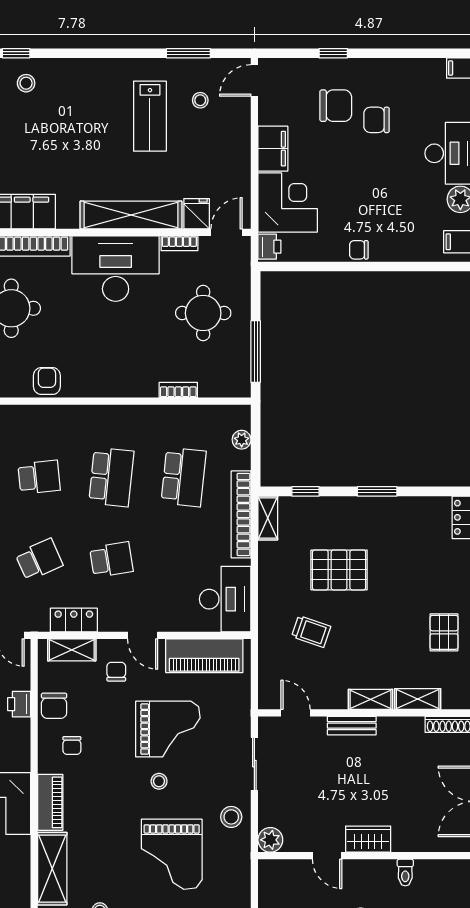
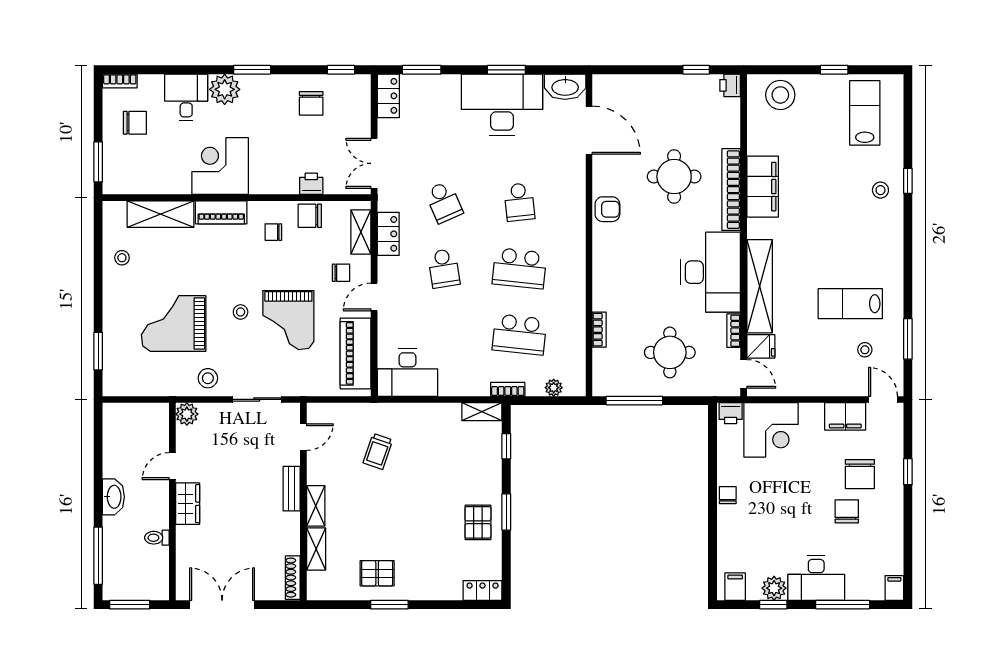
filing cabinet: (273, 149) -> (845, 416), moved
bookcase: (241, 514) -> (508, 389), width x0.43, depth x0.76
pallet: (339, 570) -> (478, 522), moved, width x0.67, depth x0.71

